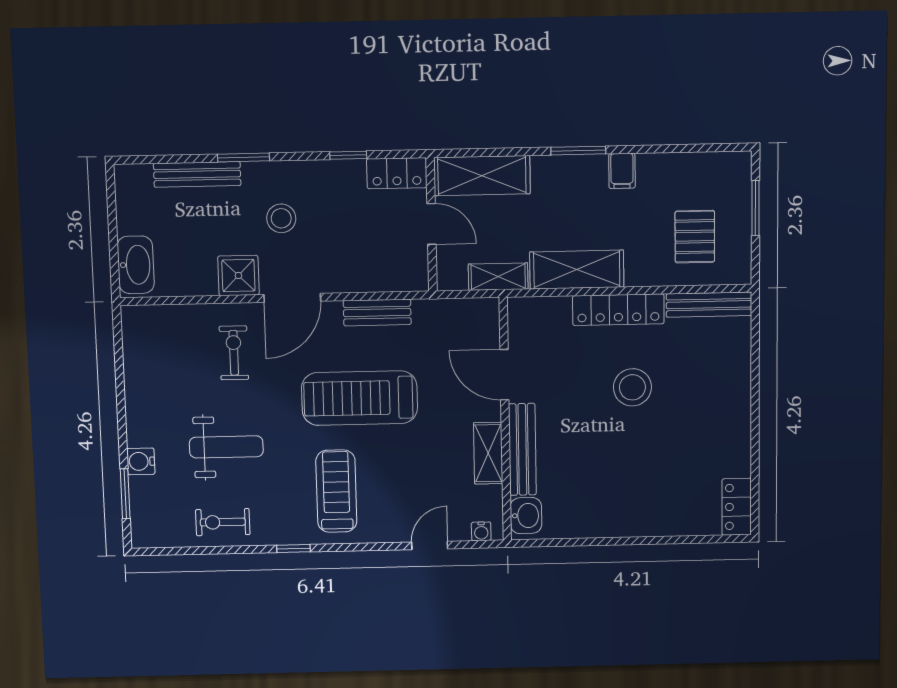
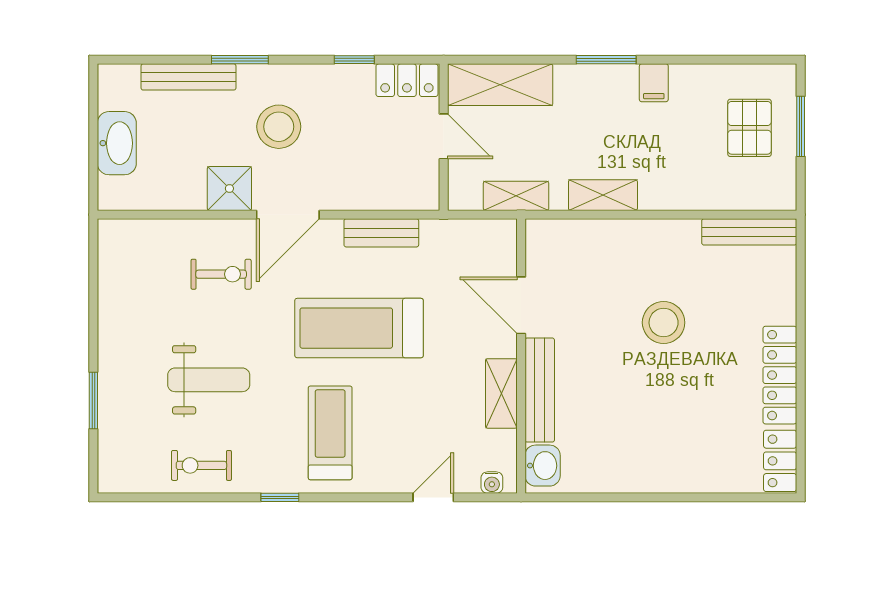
stool: (281, 218) -> (279, 127), width x1.38, depth x1.38
pallet: (695, 237) -> (750, 128), moved
washbasin: (136, 265) -> (117, 143), moved
shelving: (577, 270) -> (603, 195), width x0.67, depth x0.75
locker: (618, 310) -> (780, 375), moved, turned 90
exercise bike: (234, 353) -> (221, 274), turned 90
water cooler: (141, 461) -> (113, 394), removed
window: (125, 494) -> (93, 401), moved

